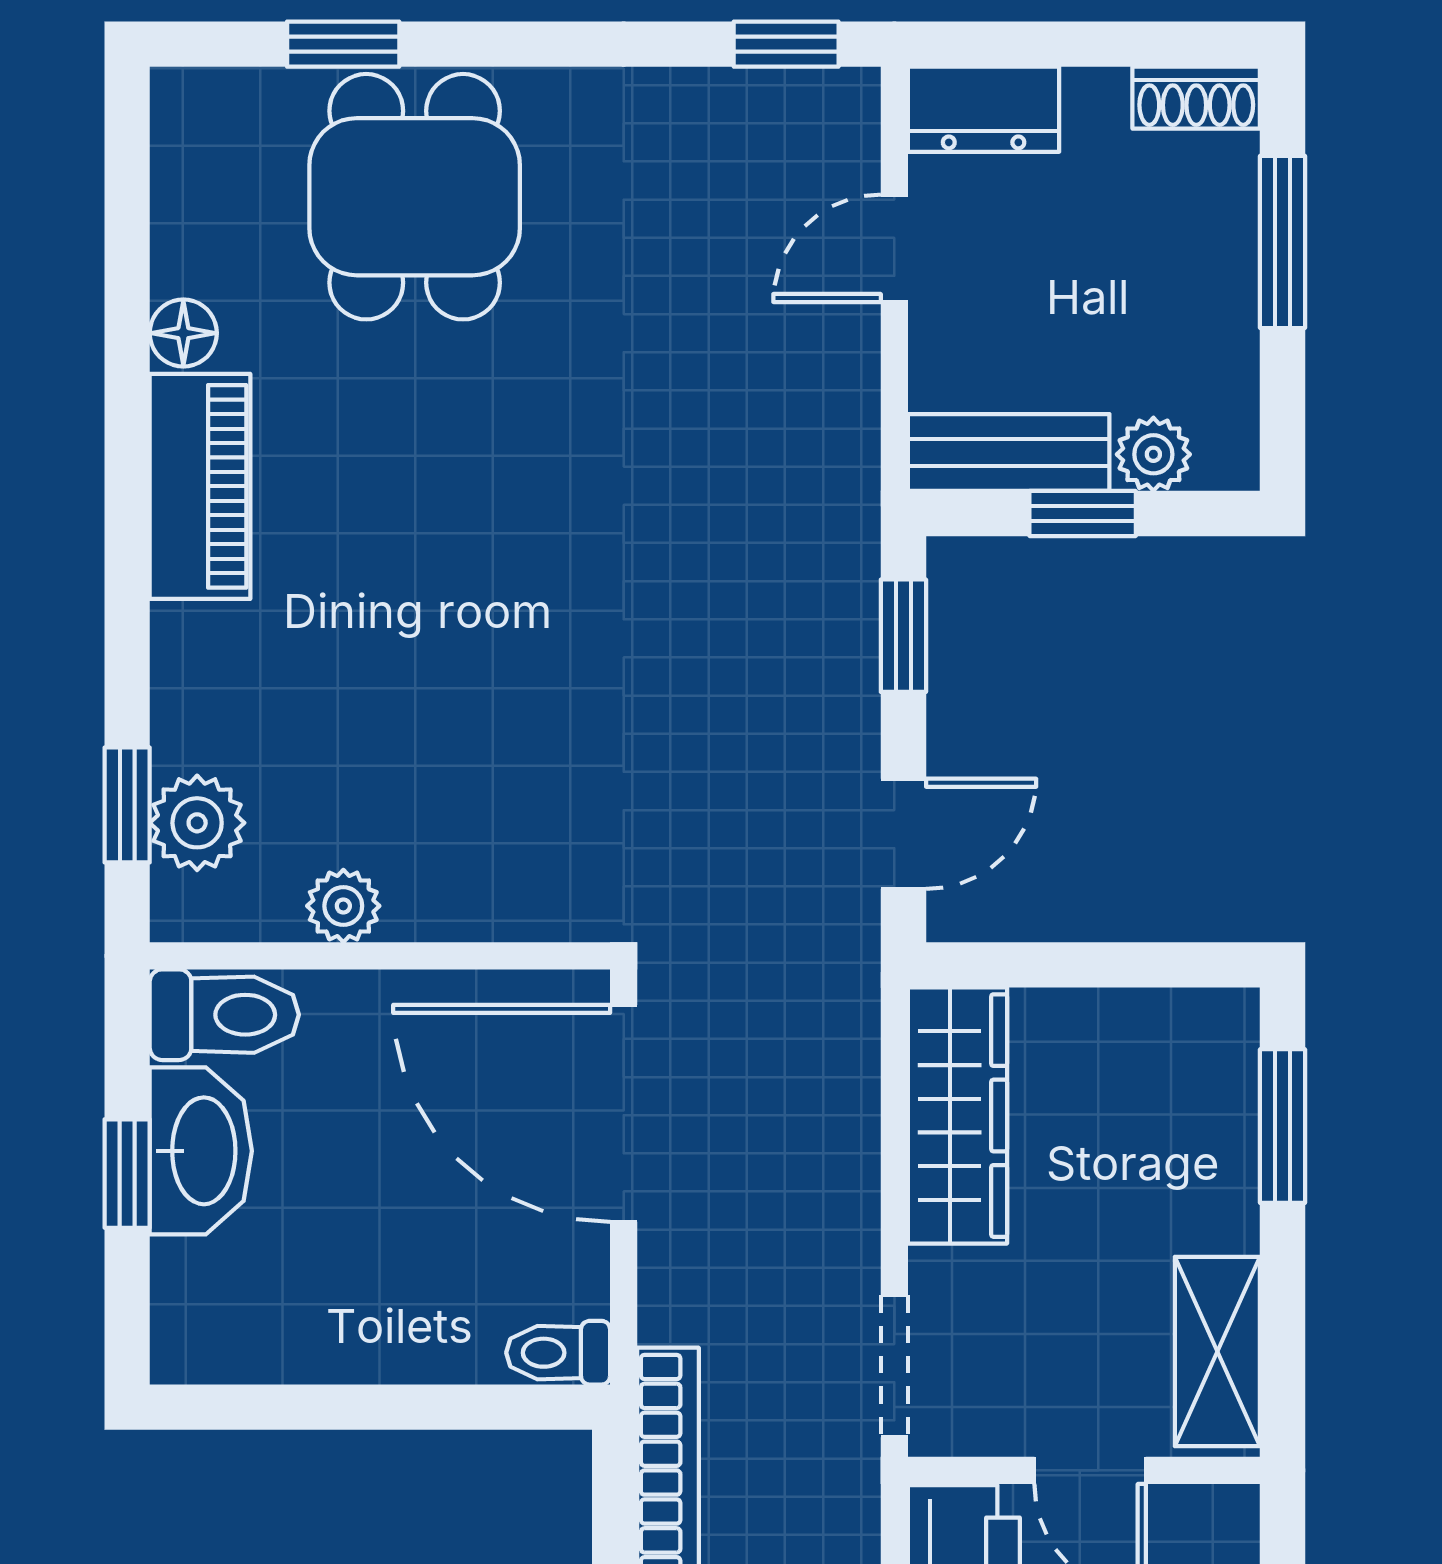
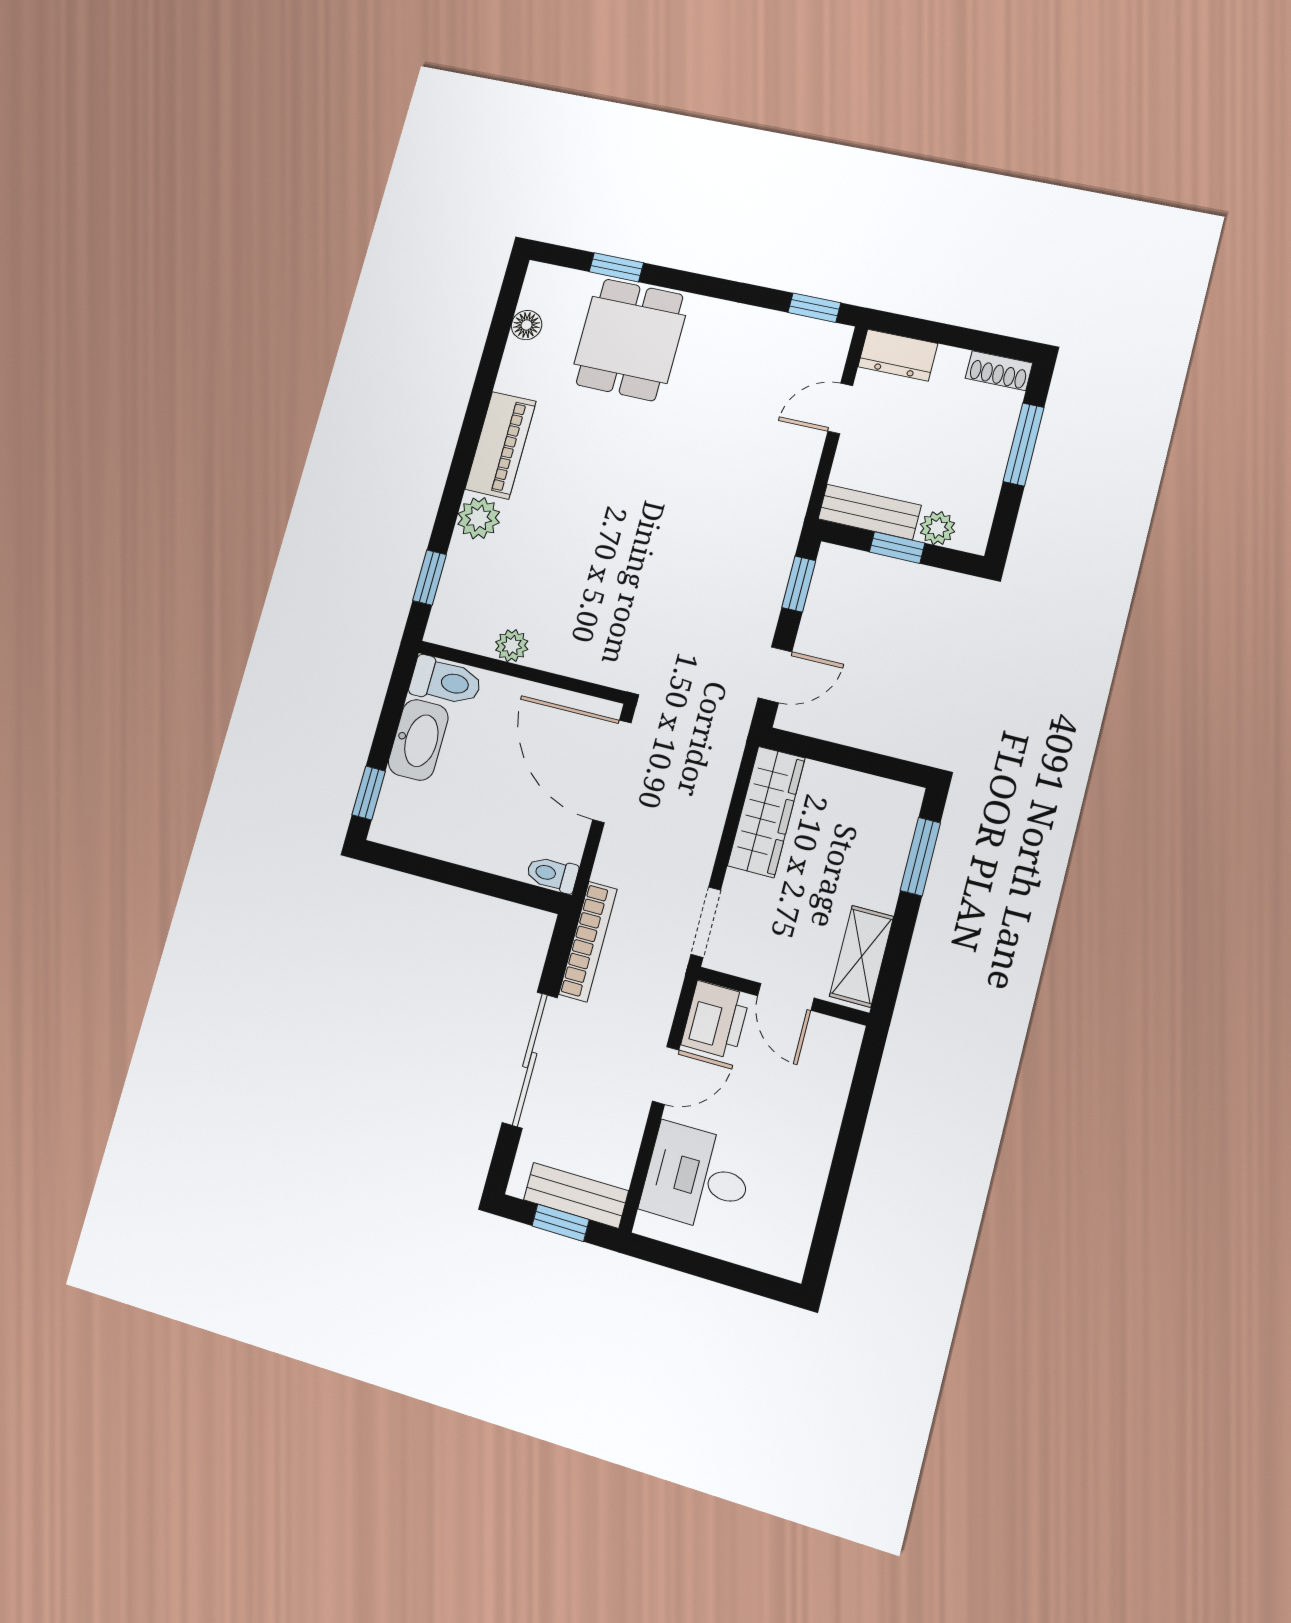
floor lamp: (183, 333) -> (527, 325), moved
plant: (197, 823) -> (479, 518), moved
window: (127, 1174) -> (369, 793), moved

